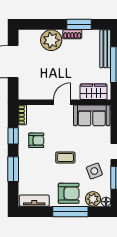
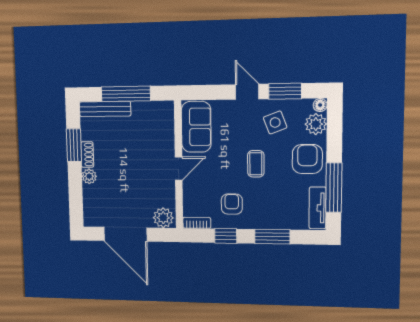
plant: (51, 40) -> (89, 176), width x0.53, depth x0.53
plant: (26, 90) -> (163, 218), added
wardrobe: (94, 92) -> (164, 125), removed
door: (62, 102) -> (179, 168), swing flipped
window: (70, 212) -> (334, 188), moved

